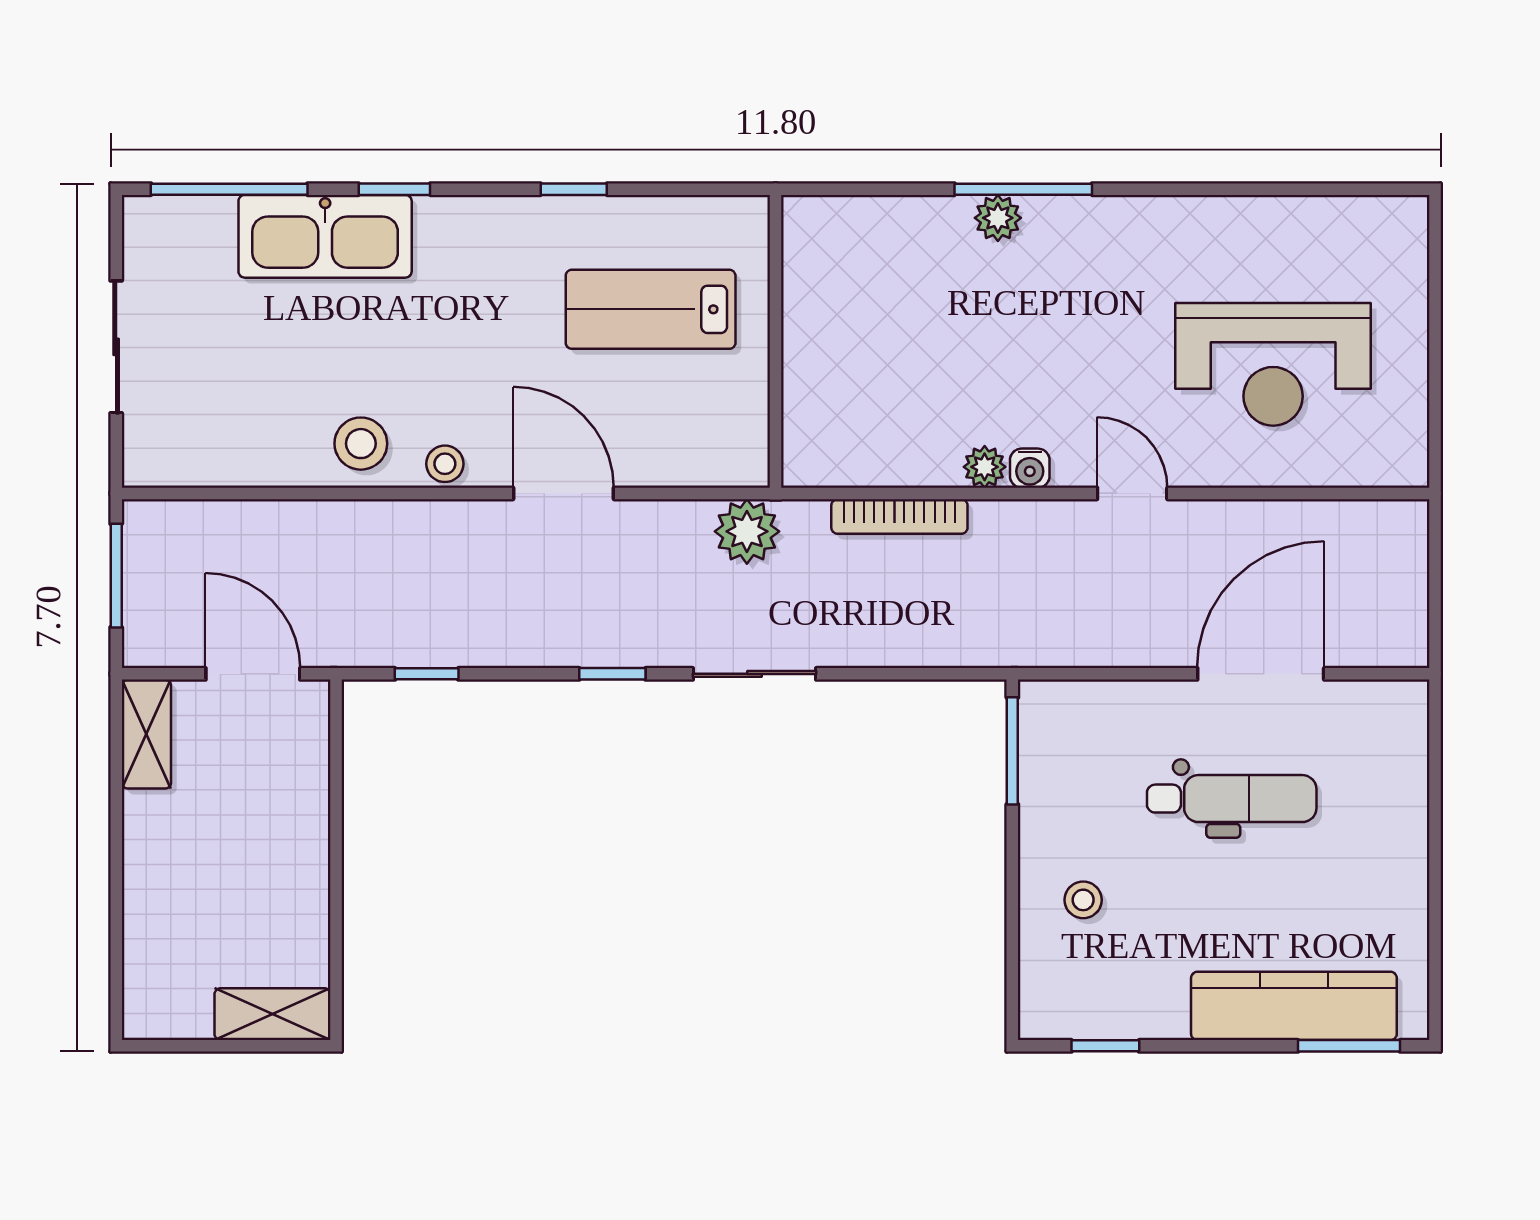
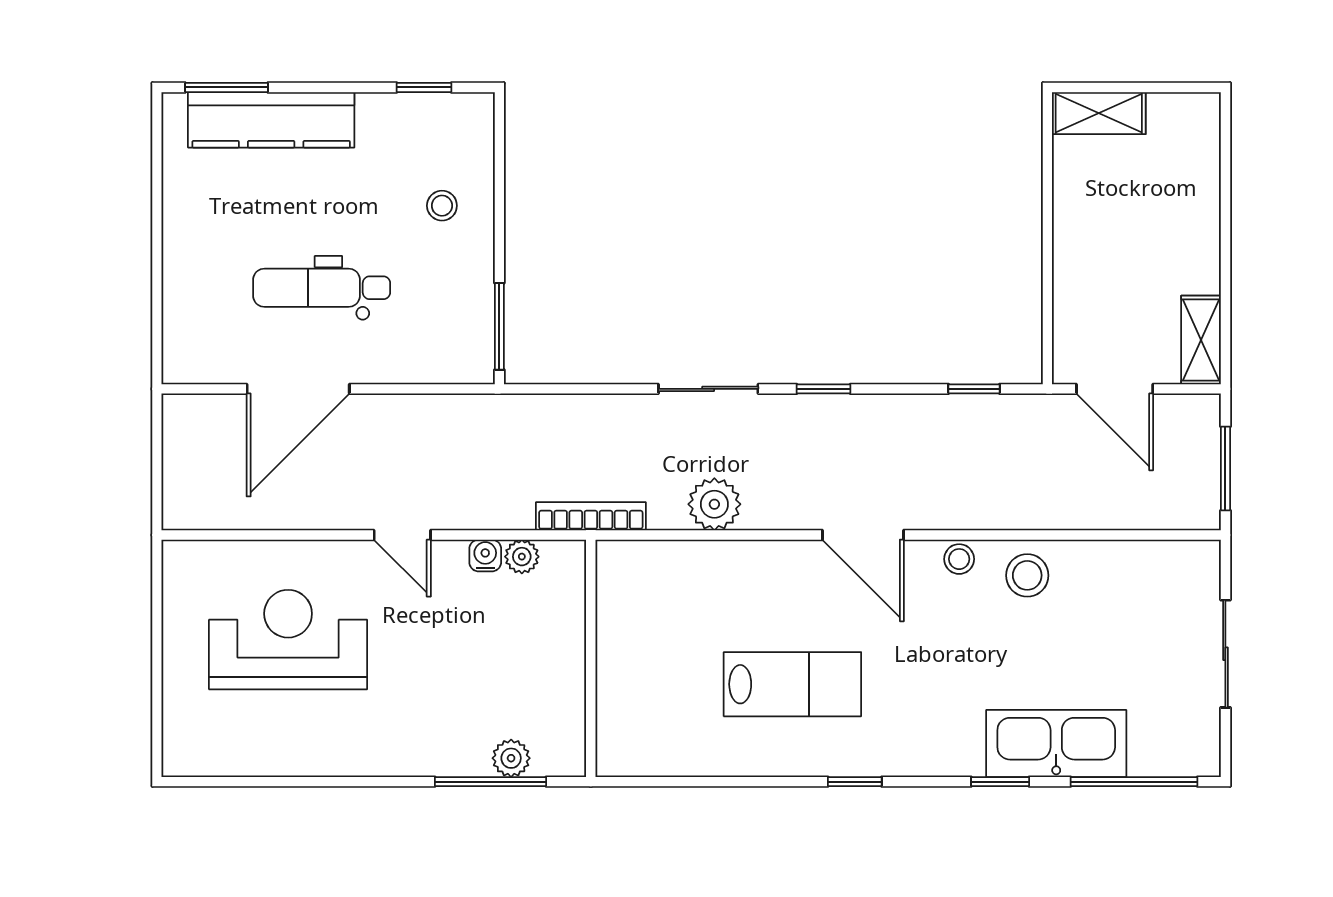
wall: (776, 341) -> (591, 658), moved

